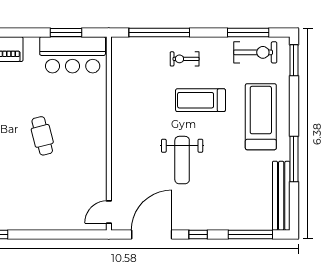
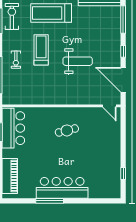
treadmill: (200, 100) -> (41, 50), turned 180
cafe table: (42, 136) -> (67, 130), moved

